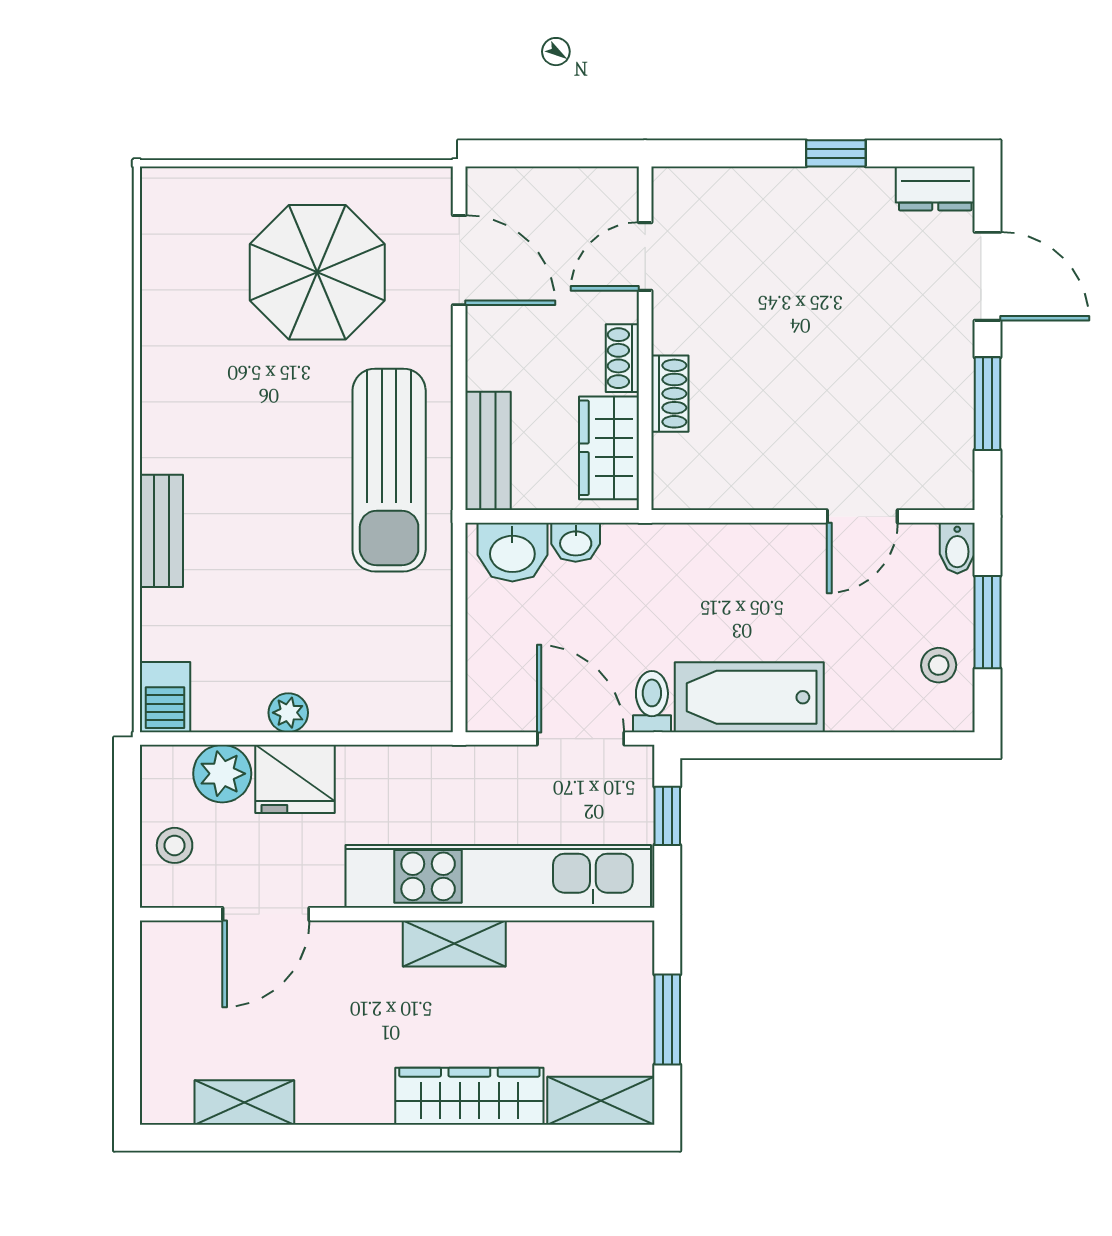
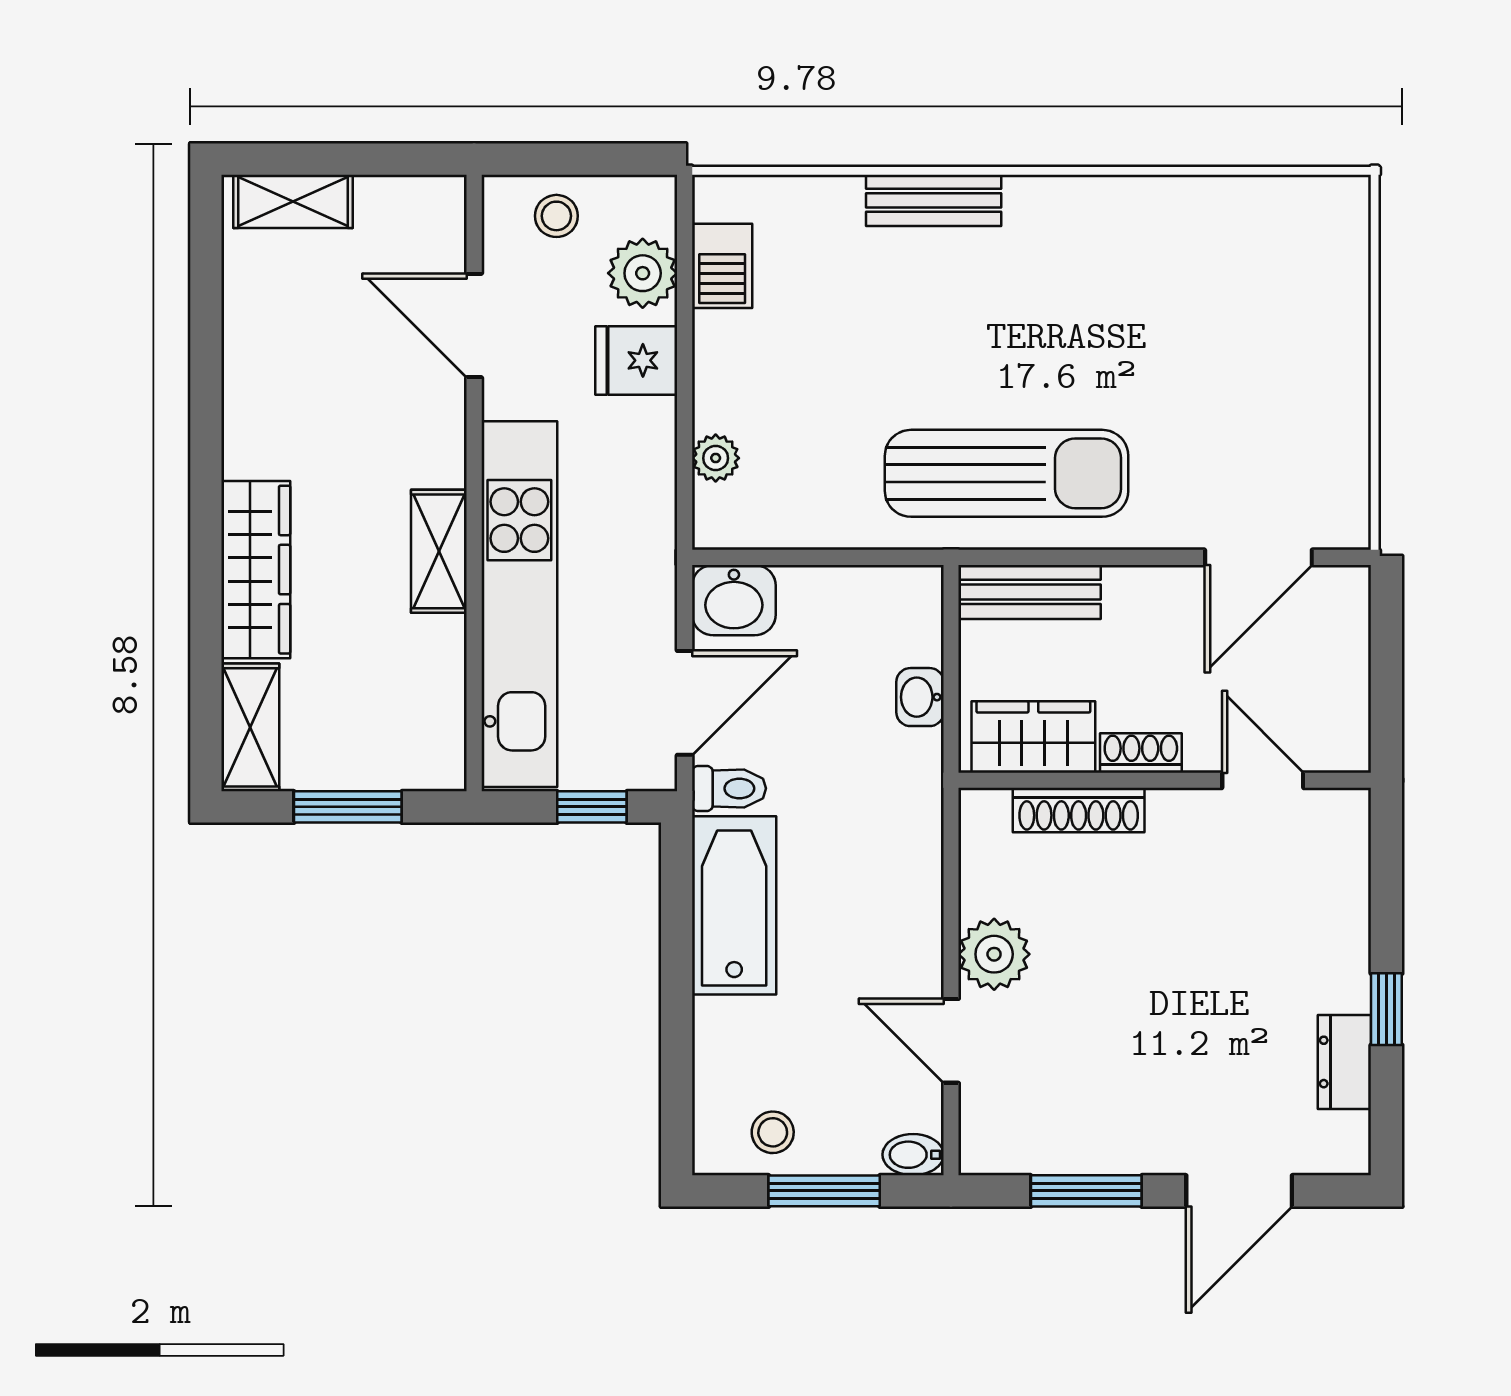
dresser: (935, 188) -> (1344, 1062), moved
parasol: (317, 272) -> (1244, 387), removed
shoe rack: (670, 394) -> (1079, 810), width x1.43
sun lounger: (389, 470) -> (1007, 473), turned 180
plant: (790, 481) -> (994, 954), added
washbasin: (512, 552) -> (734, 600), moved, turned -90
barbecue: (165, 697) -> (722, 266), moved, turned -90
plant: (288, 713) -> (716, 458), moved
fridge: (295, 779) -> (636, 360), width x0.72
shelving: (244, 1102) -> (293, 201), moved, turned 90

